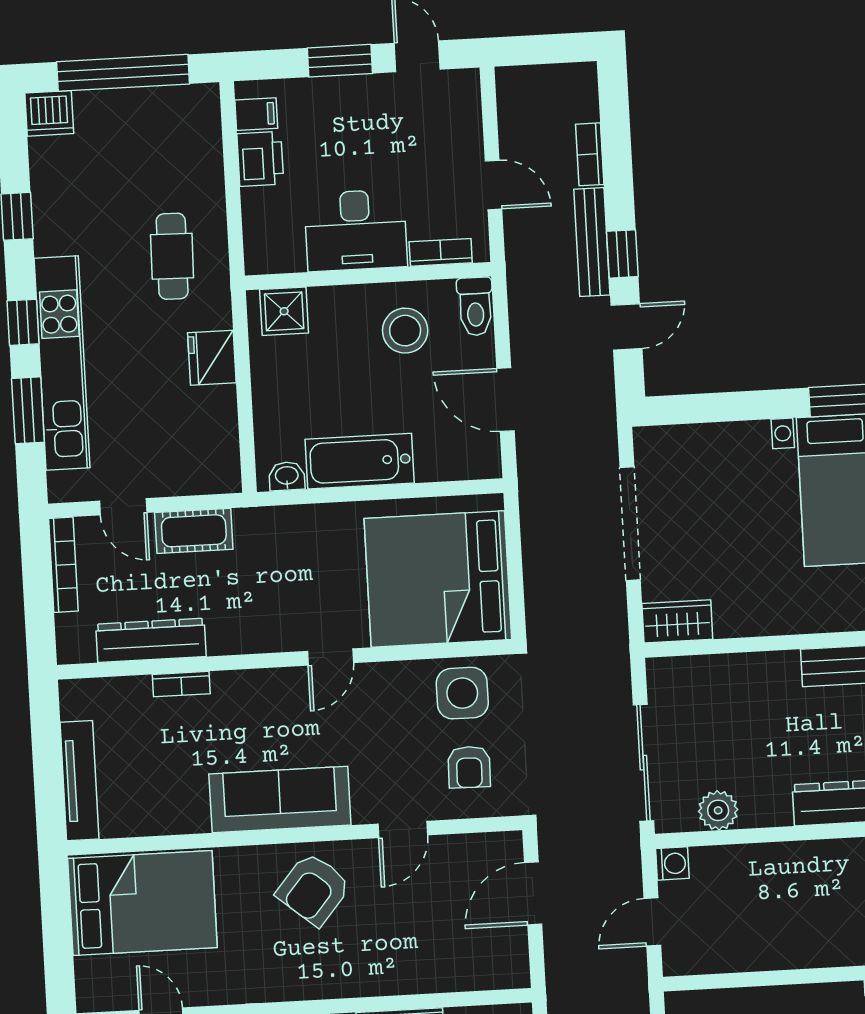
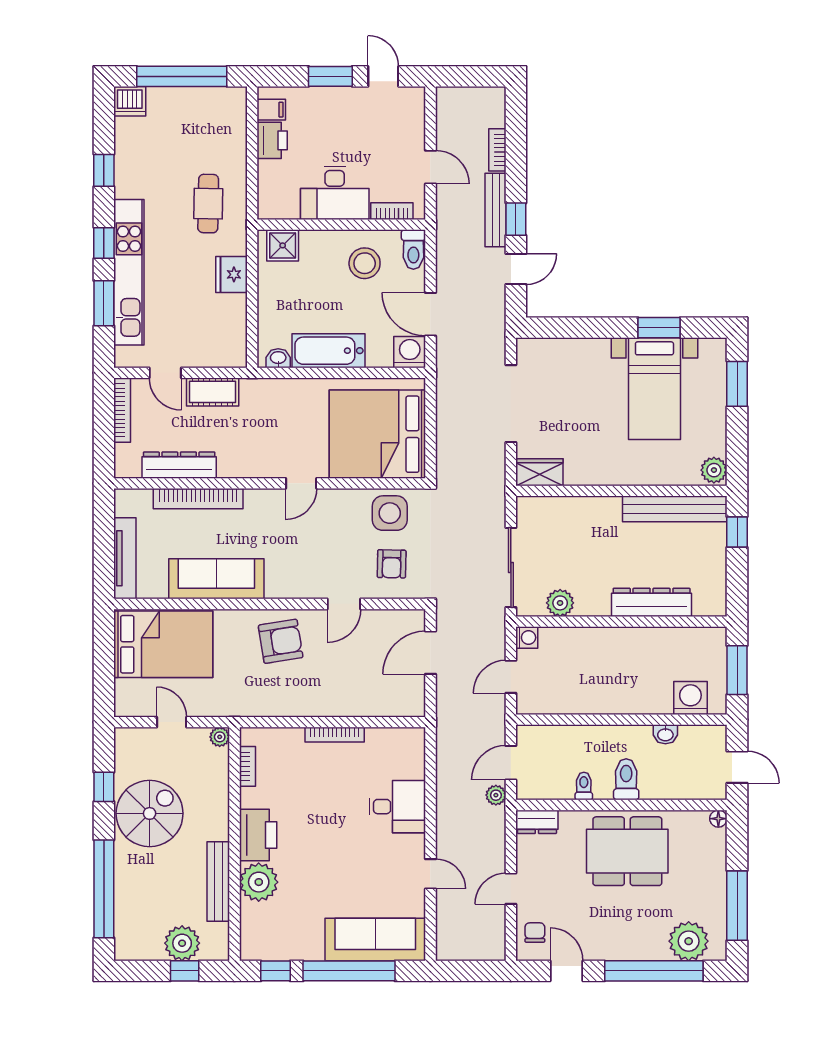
washing machine: (478, 457) -> (410, 352), added
bookcase: (181, 684) -> (198, 499), width x2.31, depth x1.31
sofa: (280, 799) -> (216, 579), moved
armchair: (313, 889) -> (281, 641), turned -139

